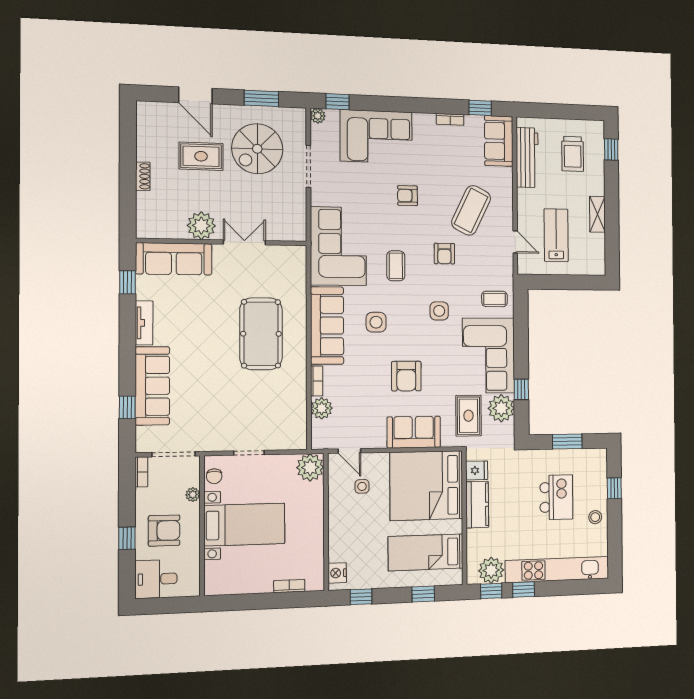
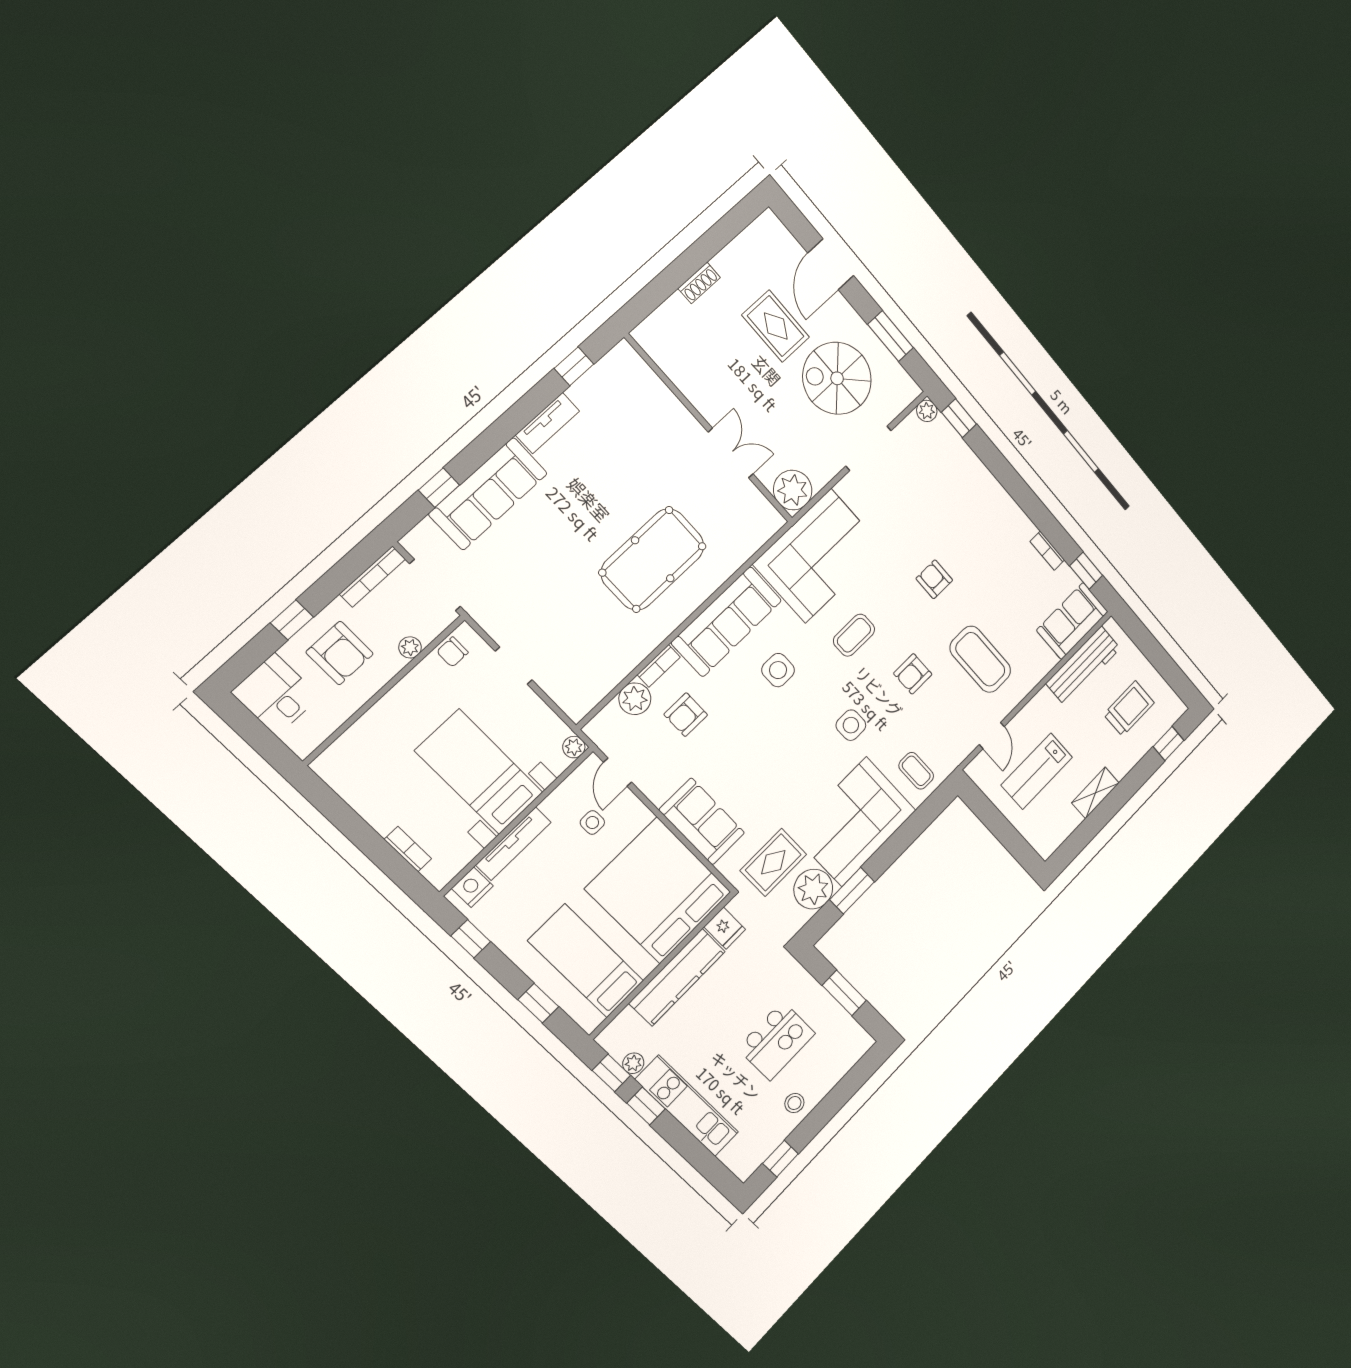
corner sofa: (376, 136) -> (962, 491), removed
trolley: (573, 154) -> (1129, 709), turned 180
coffee table: (471, 210) -> (980, 659), turned 64
plant: (201, 226) -> (793, 490), moved
lab bench: (556, 235) -> (1037, 771), turned 180
sofa: (174, 259) -> (645, 393), removed
armchair: (406, 376) -> (686, 715), moved, width x0.72, depth x0.72
window: (521, 389) -> (852, 891), width x1.50
plant: (310, 467) -> (574, 747), width x0.53, depth x0.53
bookcase: (141, 472) -> (372, 576), width x1.56
window: (614, 488) -> (781, 1159), moved
kitchen counter: (477, 505) -> (677, 977), width x1.50
bed with nightstands: (245, 525) -> (479, 772), moved, turned 180
tv unit: (335, 534) -> (513, 844), added
plant: (491, 570) -> (633, 1063), width x0.53, depth x0.53
kitchen unit: (557, 570) -> (687, 1106), width x0.73

